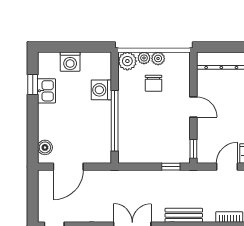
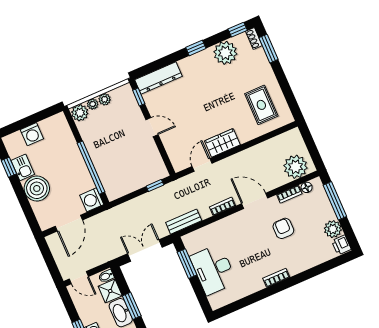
chair: (154, 83) -> (110, 122), removed
washing machine: (101, 90) -> (92, 200), moved
boiler: (45, 147) -> (37, 188), moved, width x1.86, depth x1.86
window: (193, 149) -> (139, 97), moved

